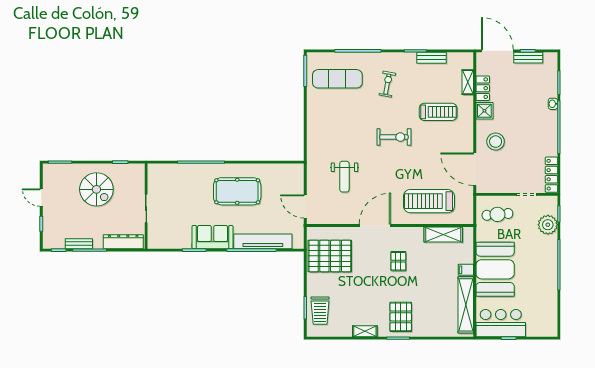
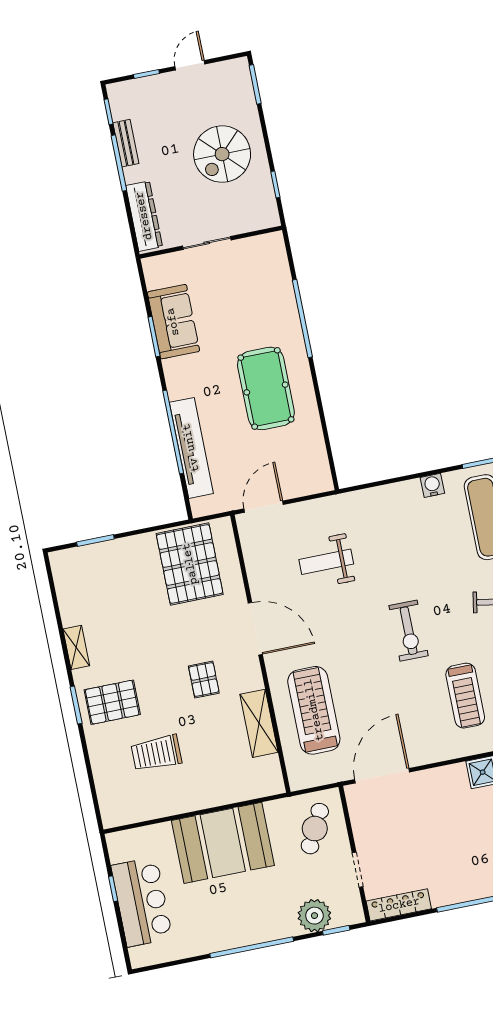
water cooler: (313, 106) -> (432, 485), added
stool: (496, 142) -> (435, 801), removed
cafe table: (497, 214) -> (315, 829), turned 32
shelving: (443, 234) -> (259, 723), moved
sofa: (213, 237) -> (173, 322), moved
pallet: (398, 261) -> (204, 680), turned 90
filing cabinet: (466, 270) -> (212, 795), removed
shelving: (466, 305) -> (154, 806), removed
trolley: (320, 311) -> (156, 753), moved
bar counter: (501, 323) -> (142, 902), moved

